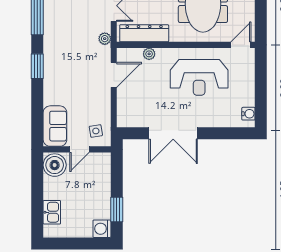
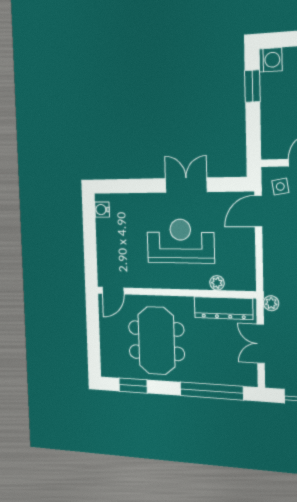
door: (114, 75) -> (258, 211), moved
reception desk: (199, 77) -> (180, 241), moved
double door: (173, 133) -> (186, 185), width x0.73

